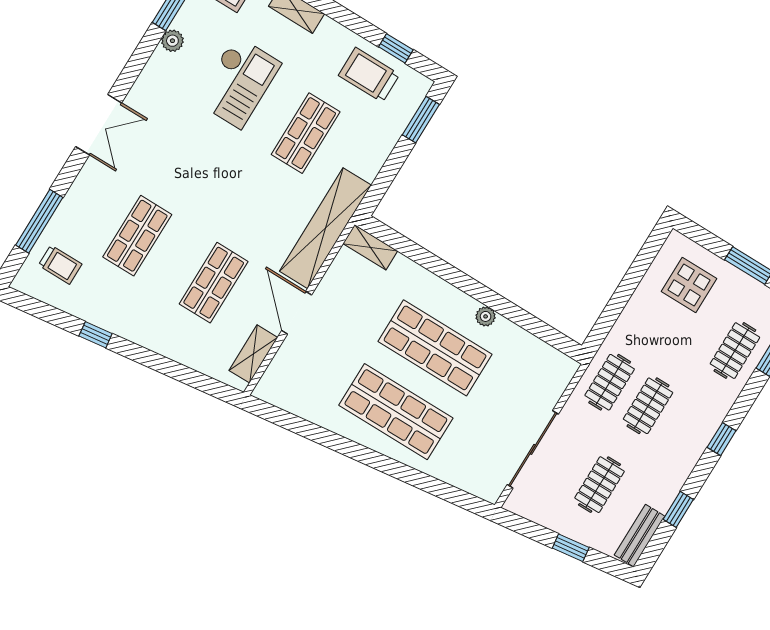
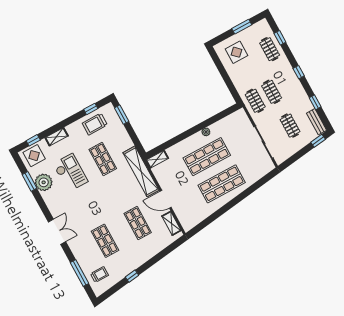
plant: (172, 41) -> (44, 182), width x1.88, depth x1.88
window: (571, 548) -> (318, 141), moved

